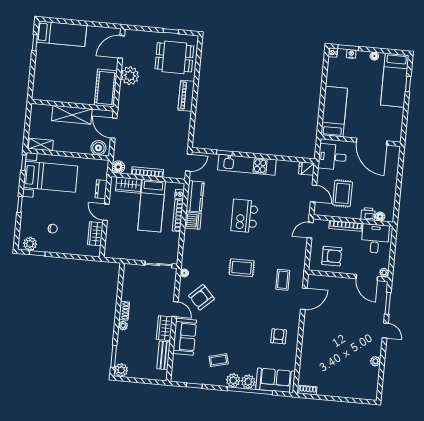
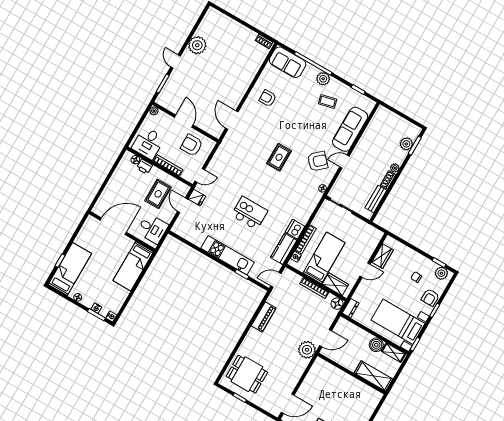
plant: (130, 76) -> (307, 350), moved
cot: (106, 88) -> (317, 375), removed
piano: (186, 96) -> (264, 317), moved
shelving: (72, 115) -> (374, 376), moved
door: (114, 128) -> (326, 338), hinge flipped
door: (372, 142) -> (113, 226), hinge flipped
boiler: (98, 148) -> (376, 345), moved
fridge: (307, 168) -> (197, 198), moved
dresser: (101, 189) -> (351, 308), moved
door: (106, 212) -> (365, 270), hinge flipped
armchair: (30, 215) -> (430, 297), added
kitchen island: (244, 216) -> (250, 213), turned -90
rug: (242, 268) -> (279, 157), moved, turned 90
door: (367, 278) -> (184, 121), moved
coffee table: (283, 280) -> (242, 144), removed
door: (304, 299) -> (232, 120), hinge flipped
door: (175, 309) -> (344, 162), hinge flipped
wardrobe: (164, 328) -> (361, 150), removed
armchair: (279, 336) -> (268, 98), turned 90
sofa: (185, 337) -> (350, 129), width x1.36
bench: (164, 355) -> (376, 199), moved
plant: (375, 361) -> (197, 45), width x1.87, depth x1.87
plant: (121, 370) -> (406, 144), moved
plant: (248, 382) -> (311, 72), removed

